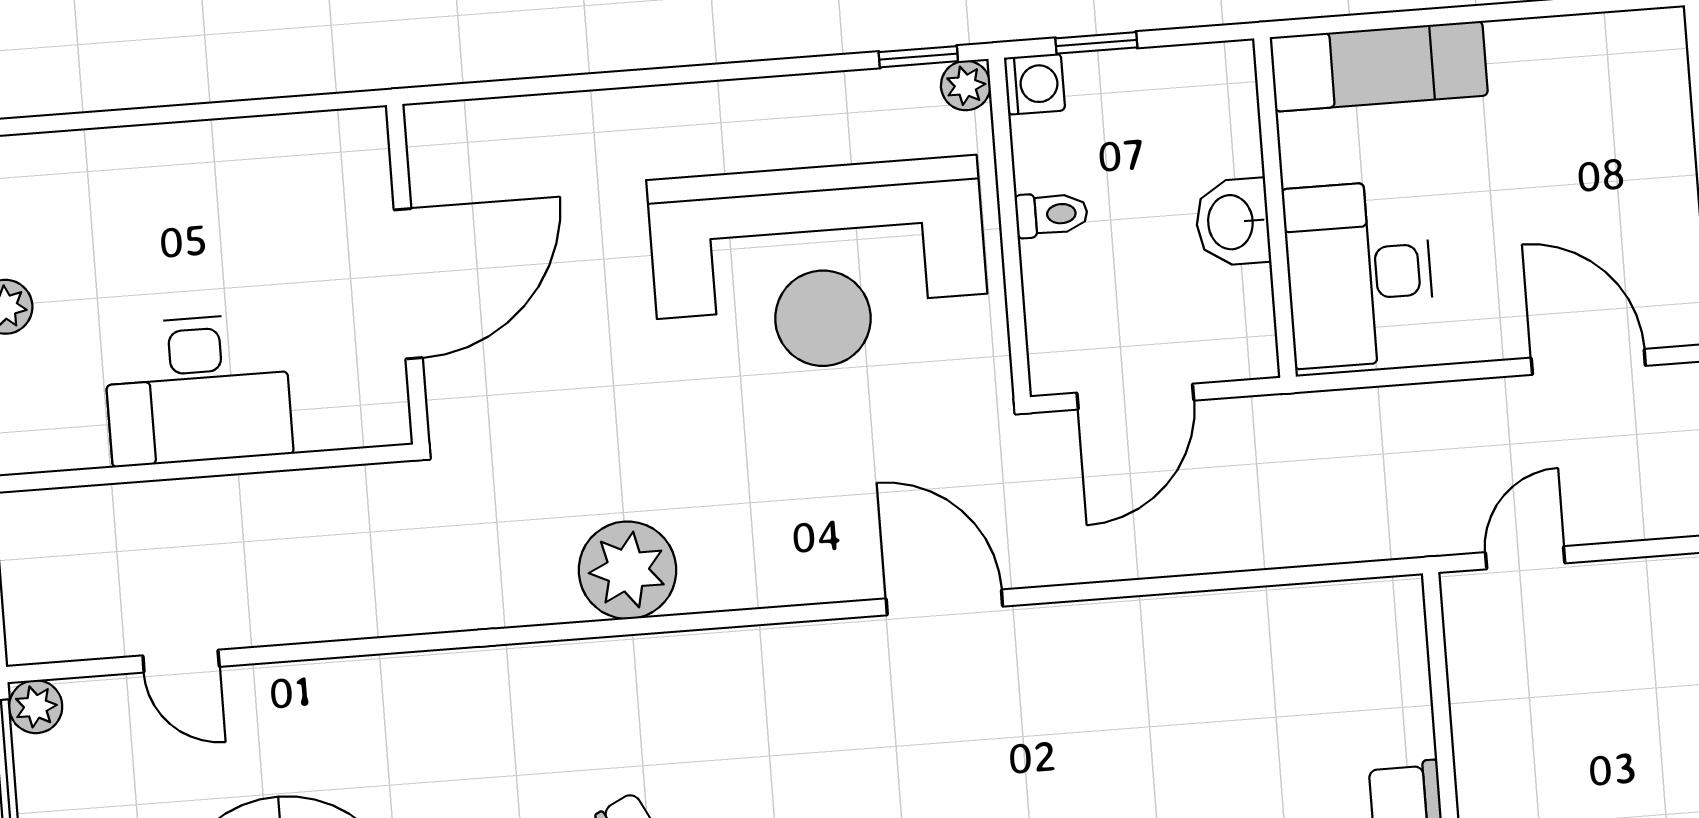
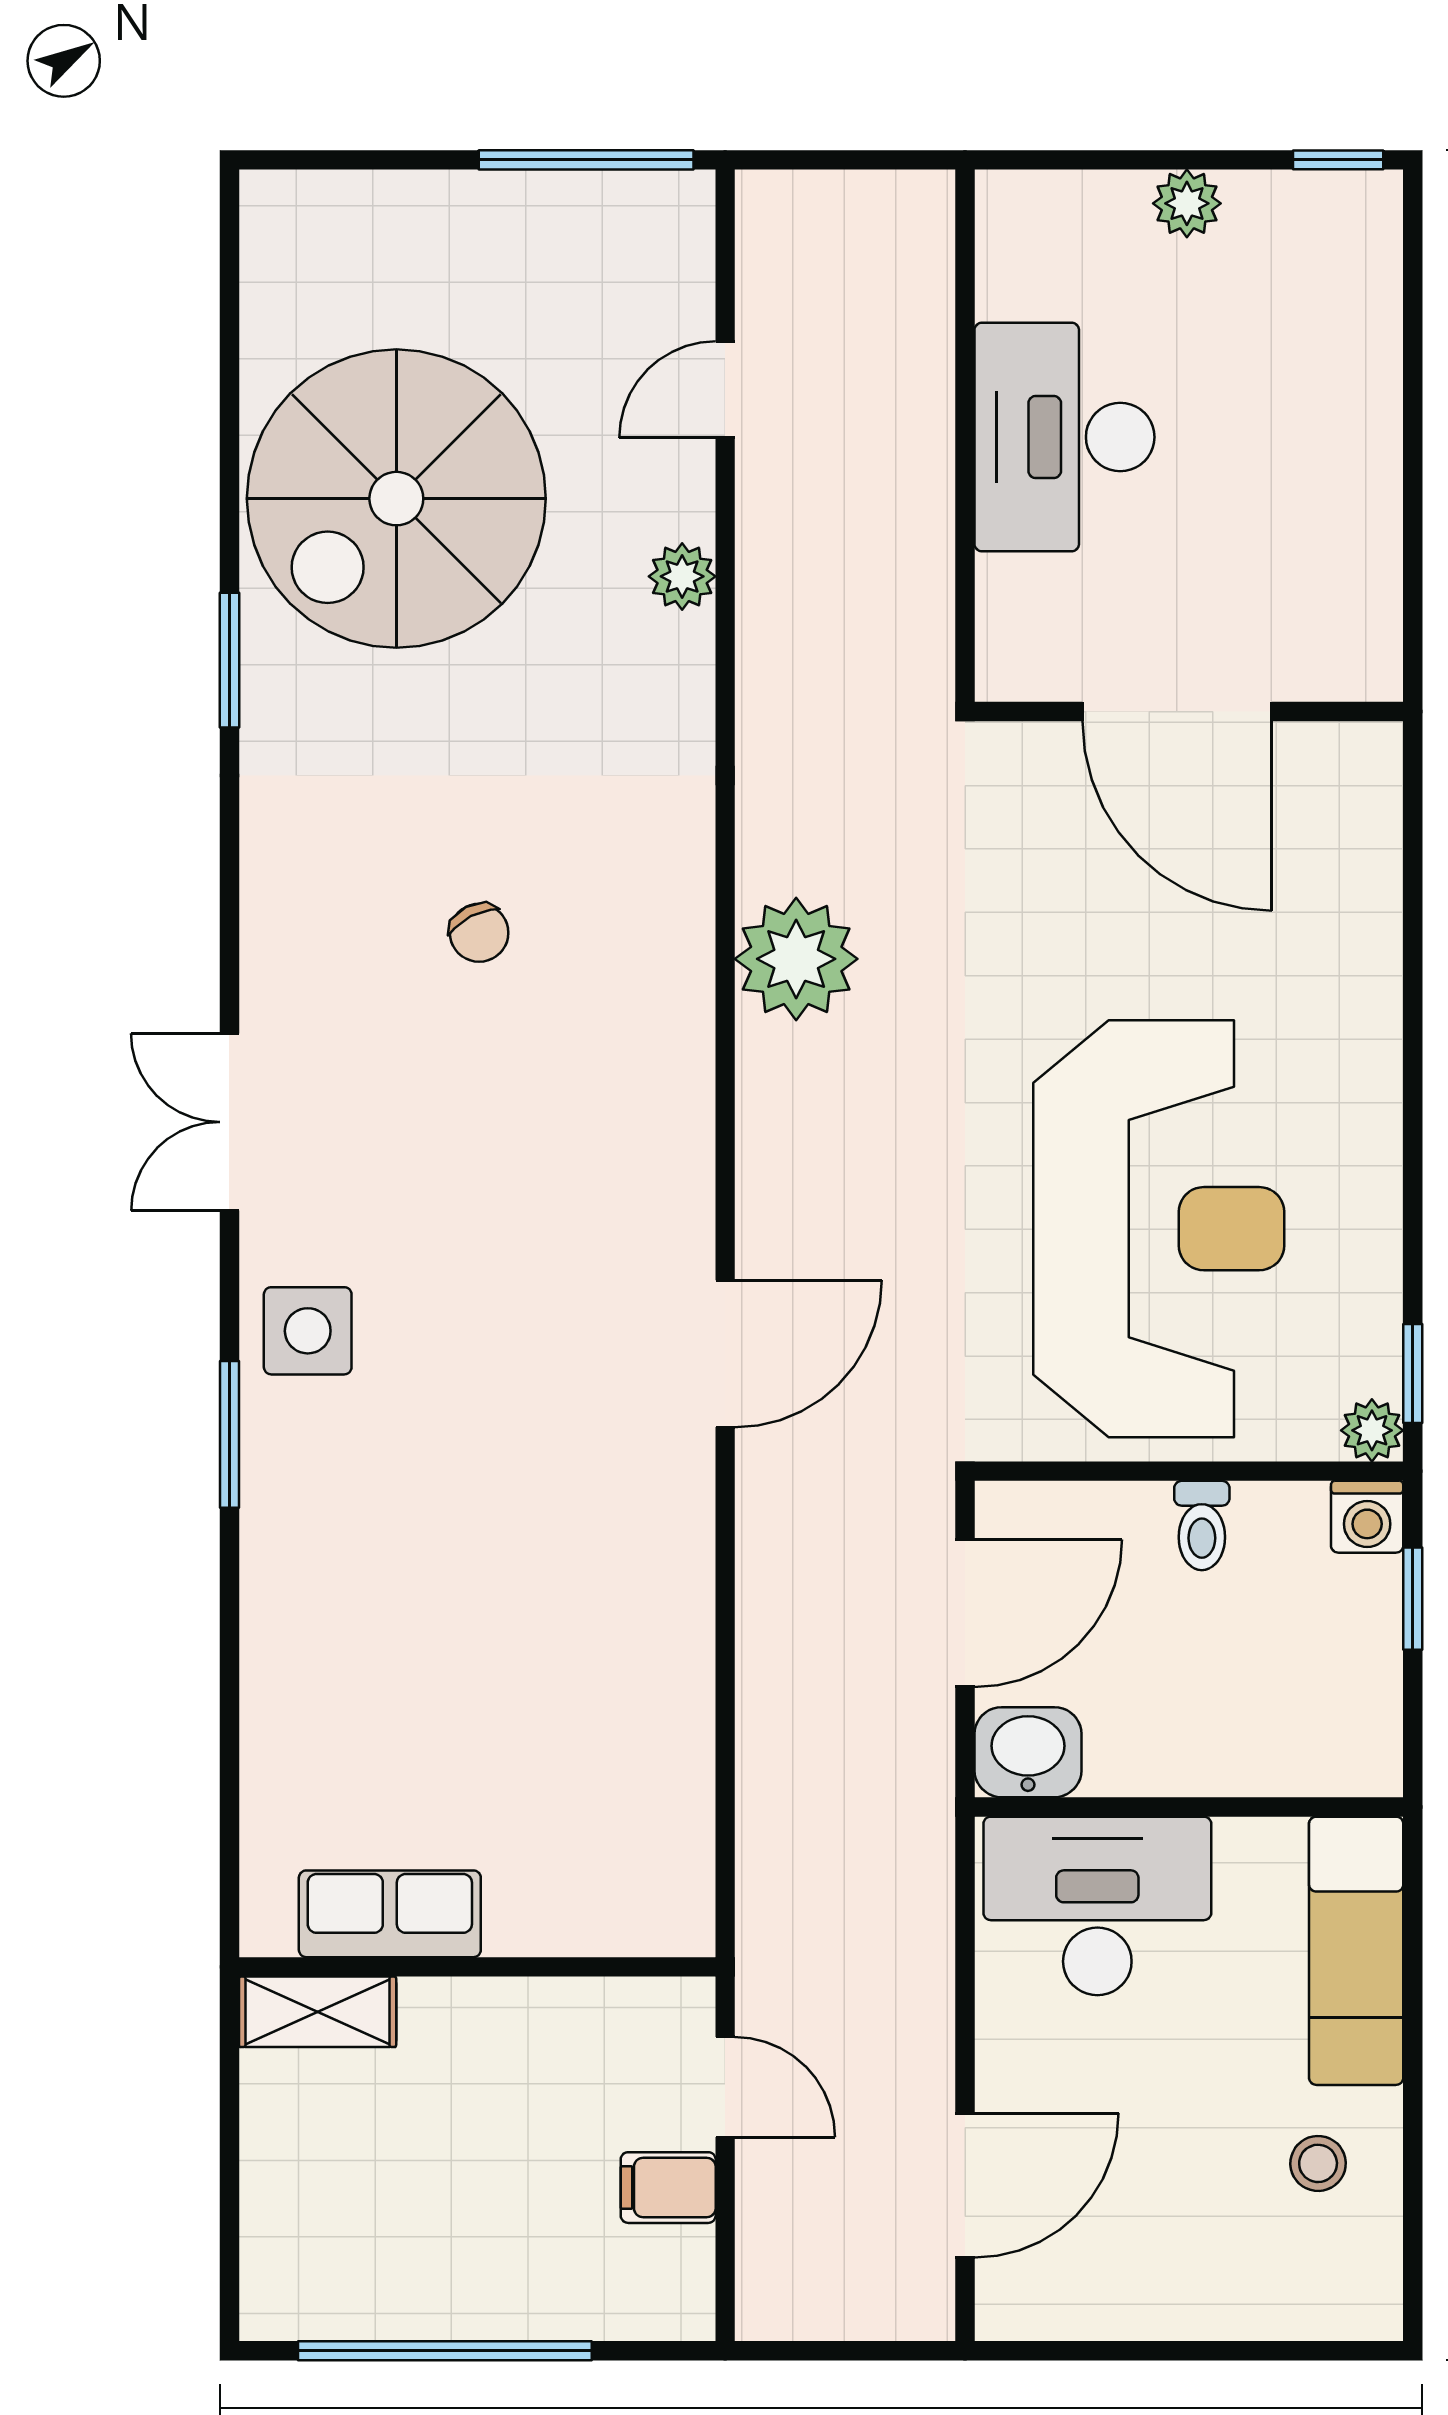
stool: (1549, 84) -> (1318, 2163), added
washbasin: (1233, 222) -> (1028, 1752), moved
reception desk: (819, 267) -> (1159, 1229), turned 180
door: (1135, 397) -> (965, 1613), swing flipped
filing cabinet: (1608, 597) -> (668, 2188), added
plant: (36, 707) -> (682, 576), moved

